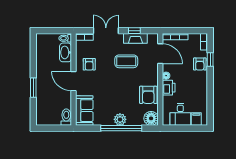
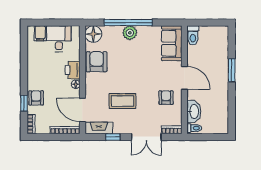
fireplace: (135, 38) -> (99, 128), moved

